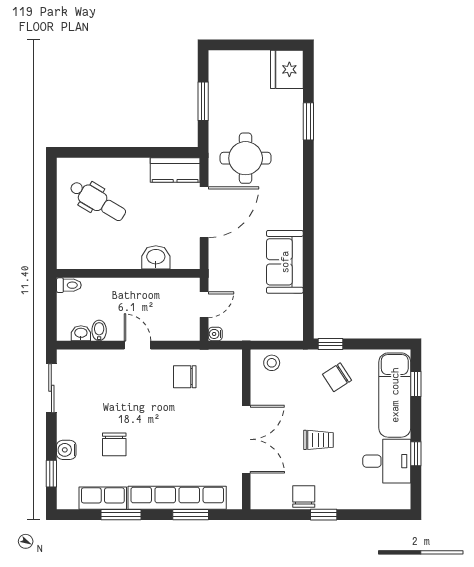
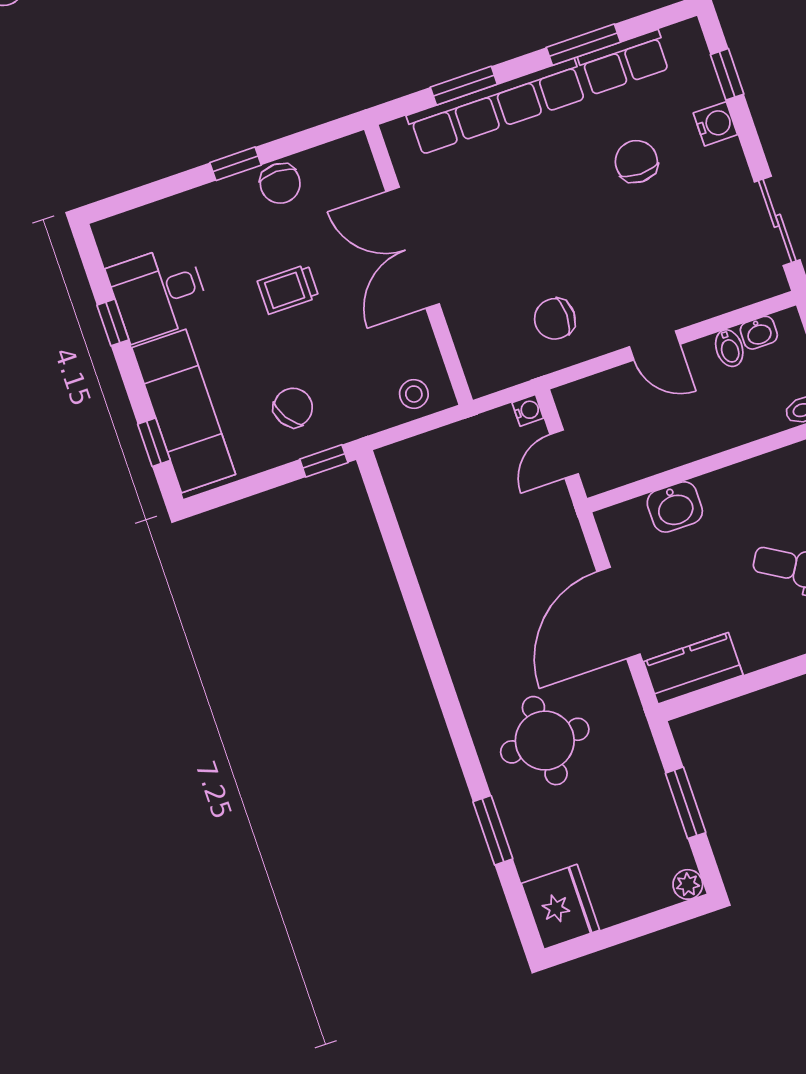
plant: (216, 58) -> (688, 884), added
round table: (246, 158) -> (545, 741), moved
sofa: (285, 262) -> (451, 575), removed
chair: (185, 377) -> (555, 319), turned 180

